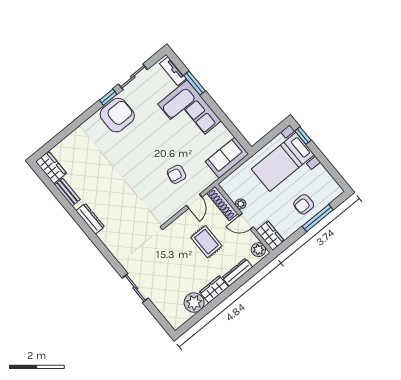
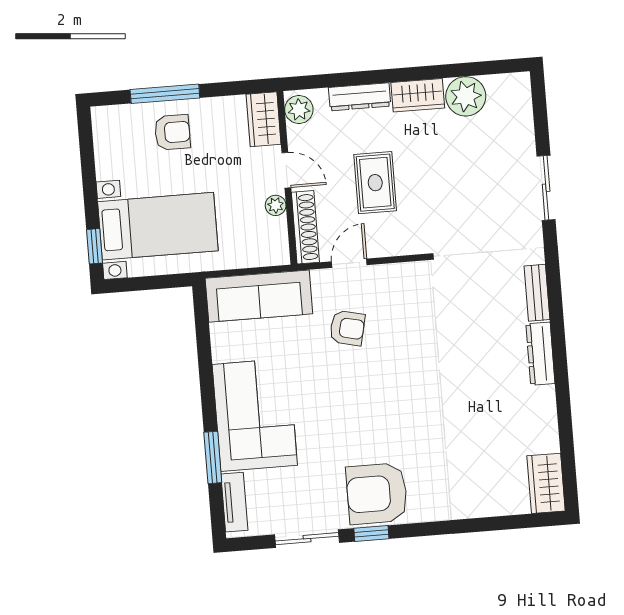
sofa: (227, 158) -> (259, 296), width x1.36
bench: (67, 192) -> (537, 293), moved

